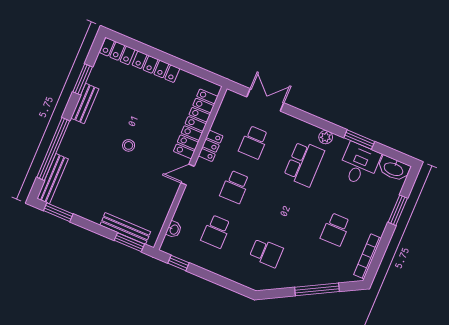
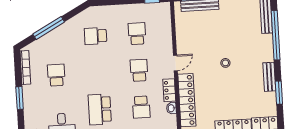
school desk: (254, 142) -> (141, 107), turned 180
window: (398, 210) -> (20, 98), moved
washbasin: (174, 229) -> (171, 108), moved

